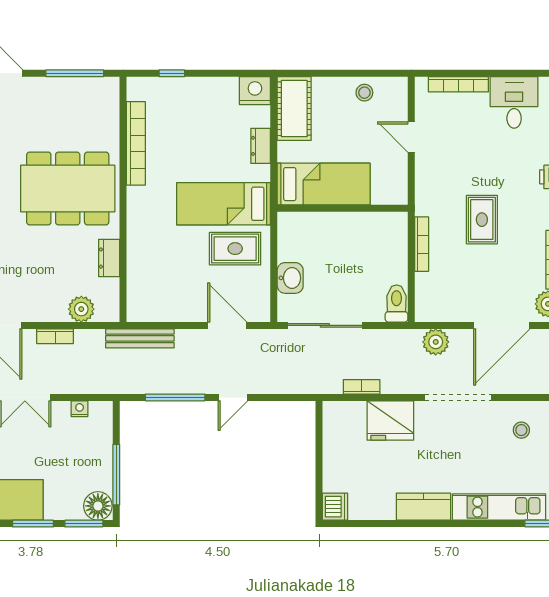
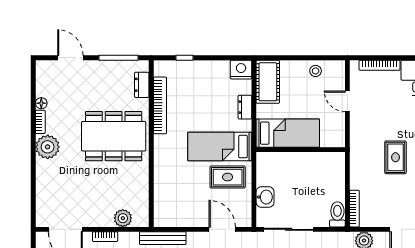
bookcase: (422, 244) -> (354, 209), moved
dresser: (109, 258) -> (142, 85), moved

